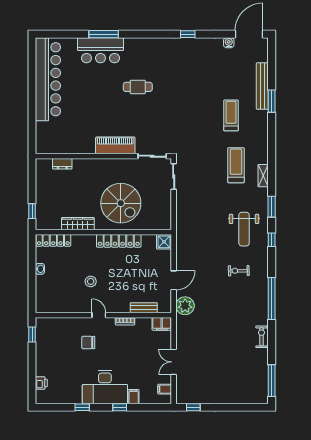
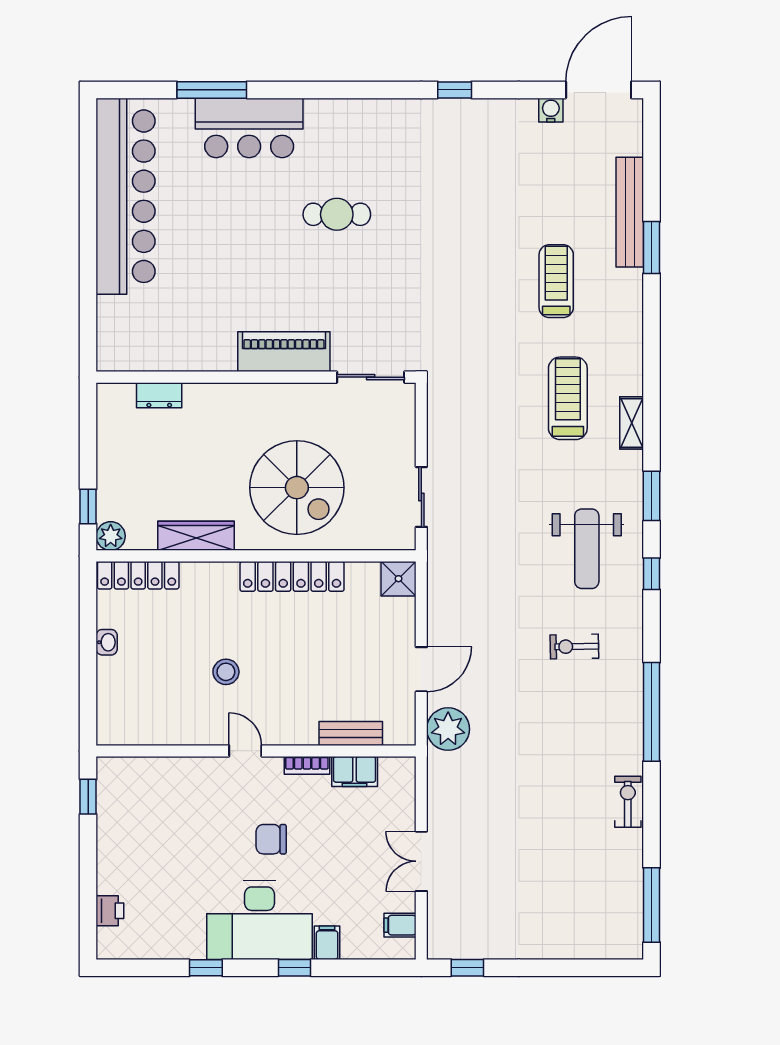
window: (104, 34) -> (212, 90), moved
sliding door: (174, 176) -> (421, 497), moved
plant: (42, 224) -> (111, 536), added
filing cabinet: (162, 324) -> (355, 772), moved
chair: (88, 343) -> (271, 839), moved

